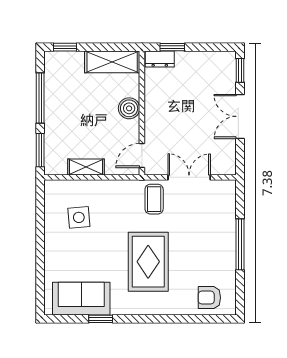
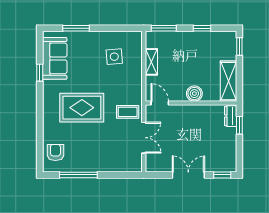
window: (40, 98) -> (202, 28), width x0.46
window: (240, 244) -> (78, 175), moved
window: (40, 270) -> (76, 28), added

